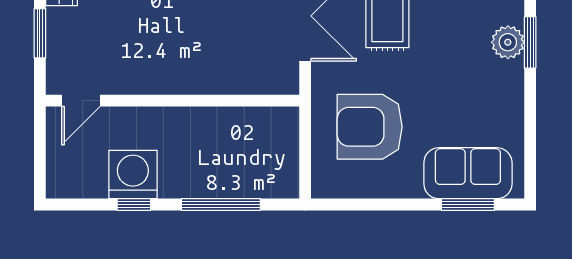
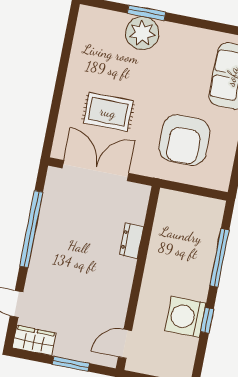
plant: (508, 42) -> (142, 33), width x1.36, depth x1.36
dresser: (221, 82) -> (131, 241), added
door: (81, 101) -> (125, 344), swing flipped

